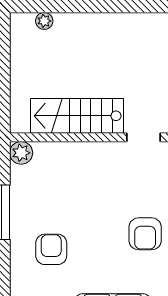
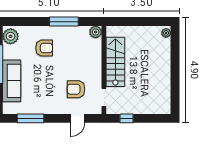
plant: (44, 21) -> (166, 33), moved
armchair: (145, 234) -> (76, 89), moved

